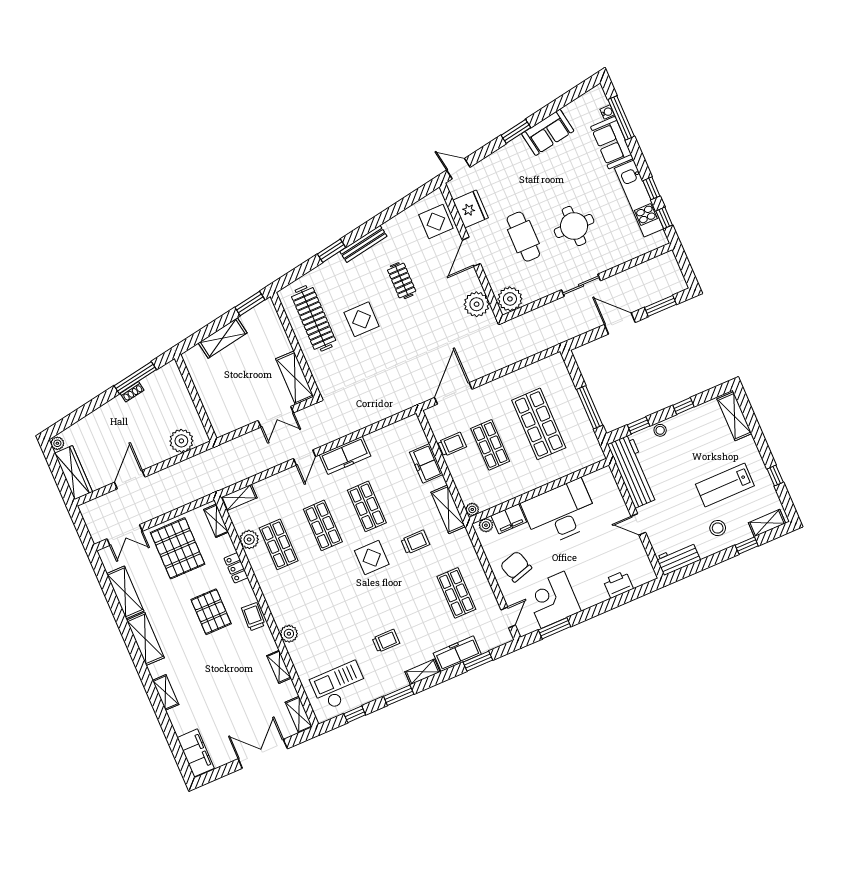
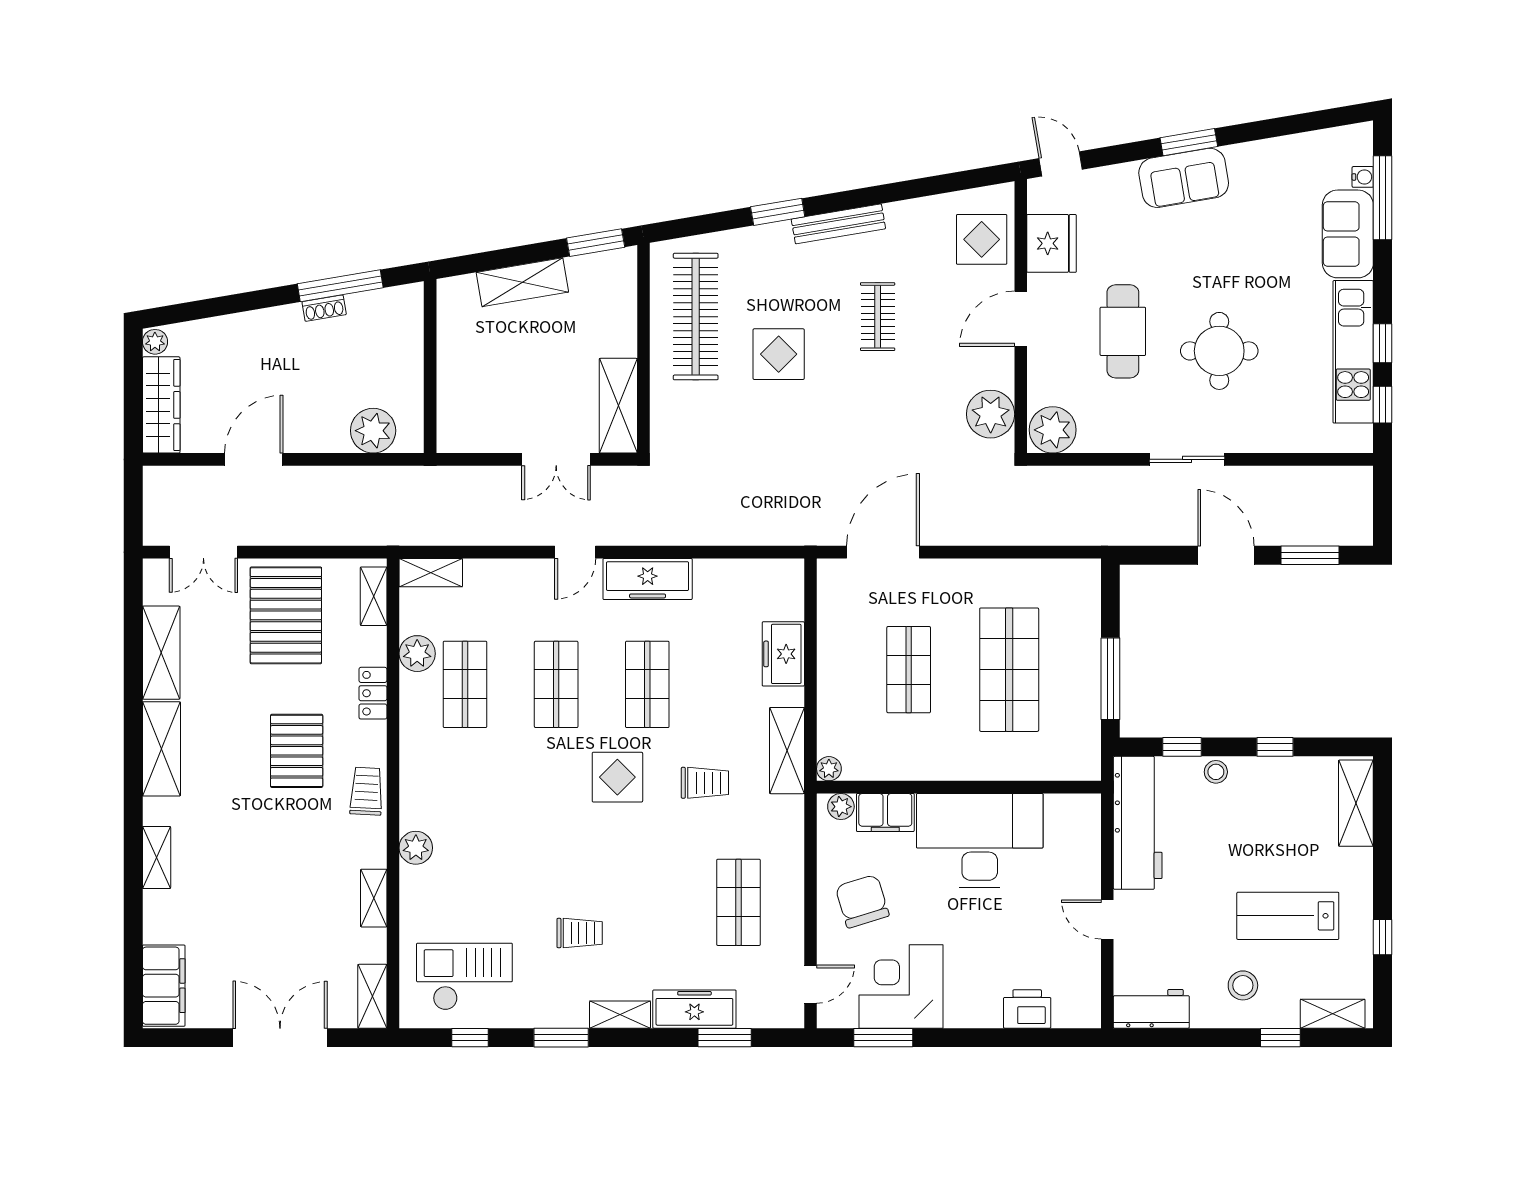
sofa: (548, 132) -> (1184, 178), moved
trolley: (452, 444) -> (843, 640), removed

